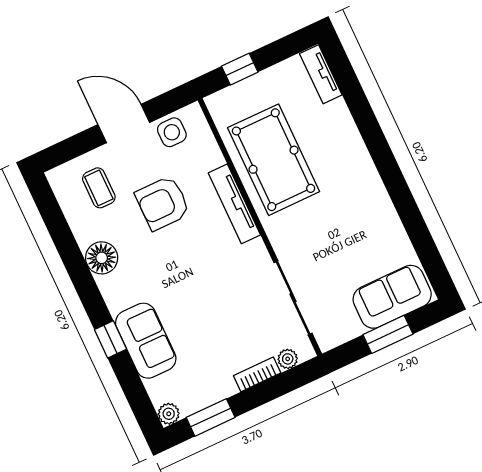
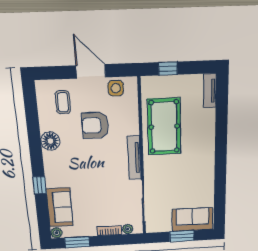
tv unit: (234, 204) -> (134, 158), moved
sofa: (146, 341) -> (60, 207), moved

